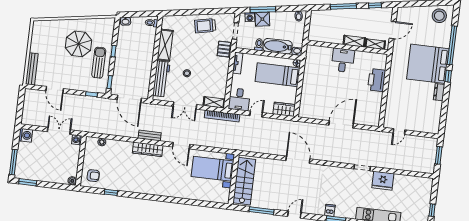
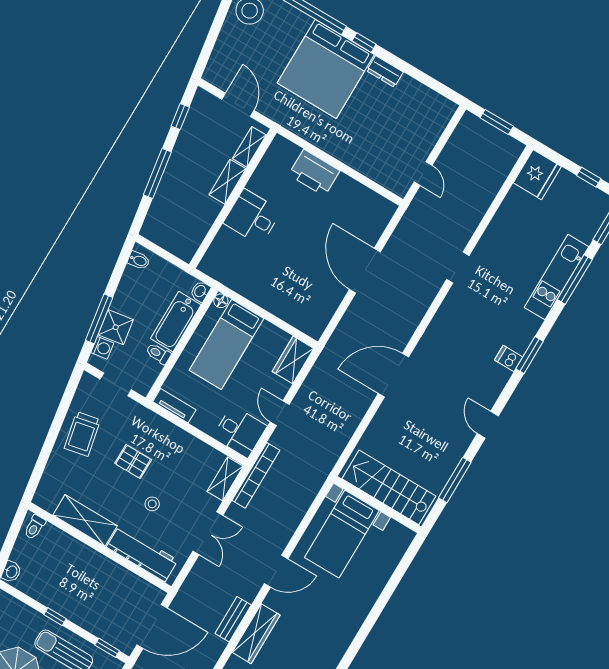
pallet: (224, 49) -> (133, 462), moved
fridge: (383, 181) -> (537, 175), moved

